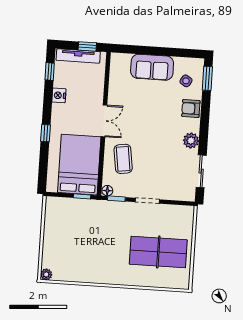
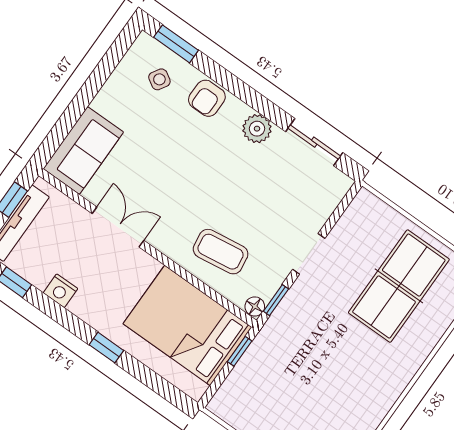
sofa: (152, 67) -> (83, 150), moved
double door: (104, 121) -> (118, 227), moved

